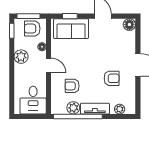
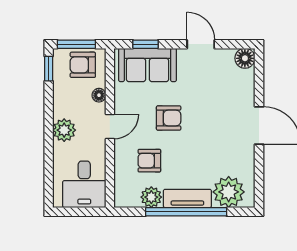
plant: (21, 57) -> (64, 130), moved
door: (48, 65) -> (110, 126), hinge flipped
armchair: (112, 78) -> (169, 118), moved
plant: (120, 109) -> (229, 192), width x1.88, depth x1.88
window: (78, 117) -> (186, 212), moved

